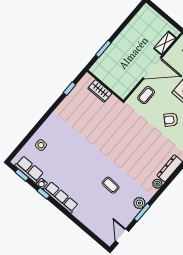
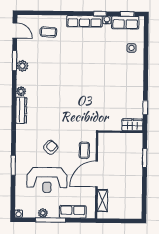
wardrobe: (100, 91) -> (132, 125), moved
coffee table: (111, 185) -> (48, 32), moved

